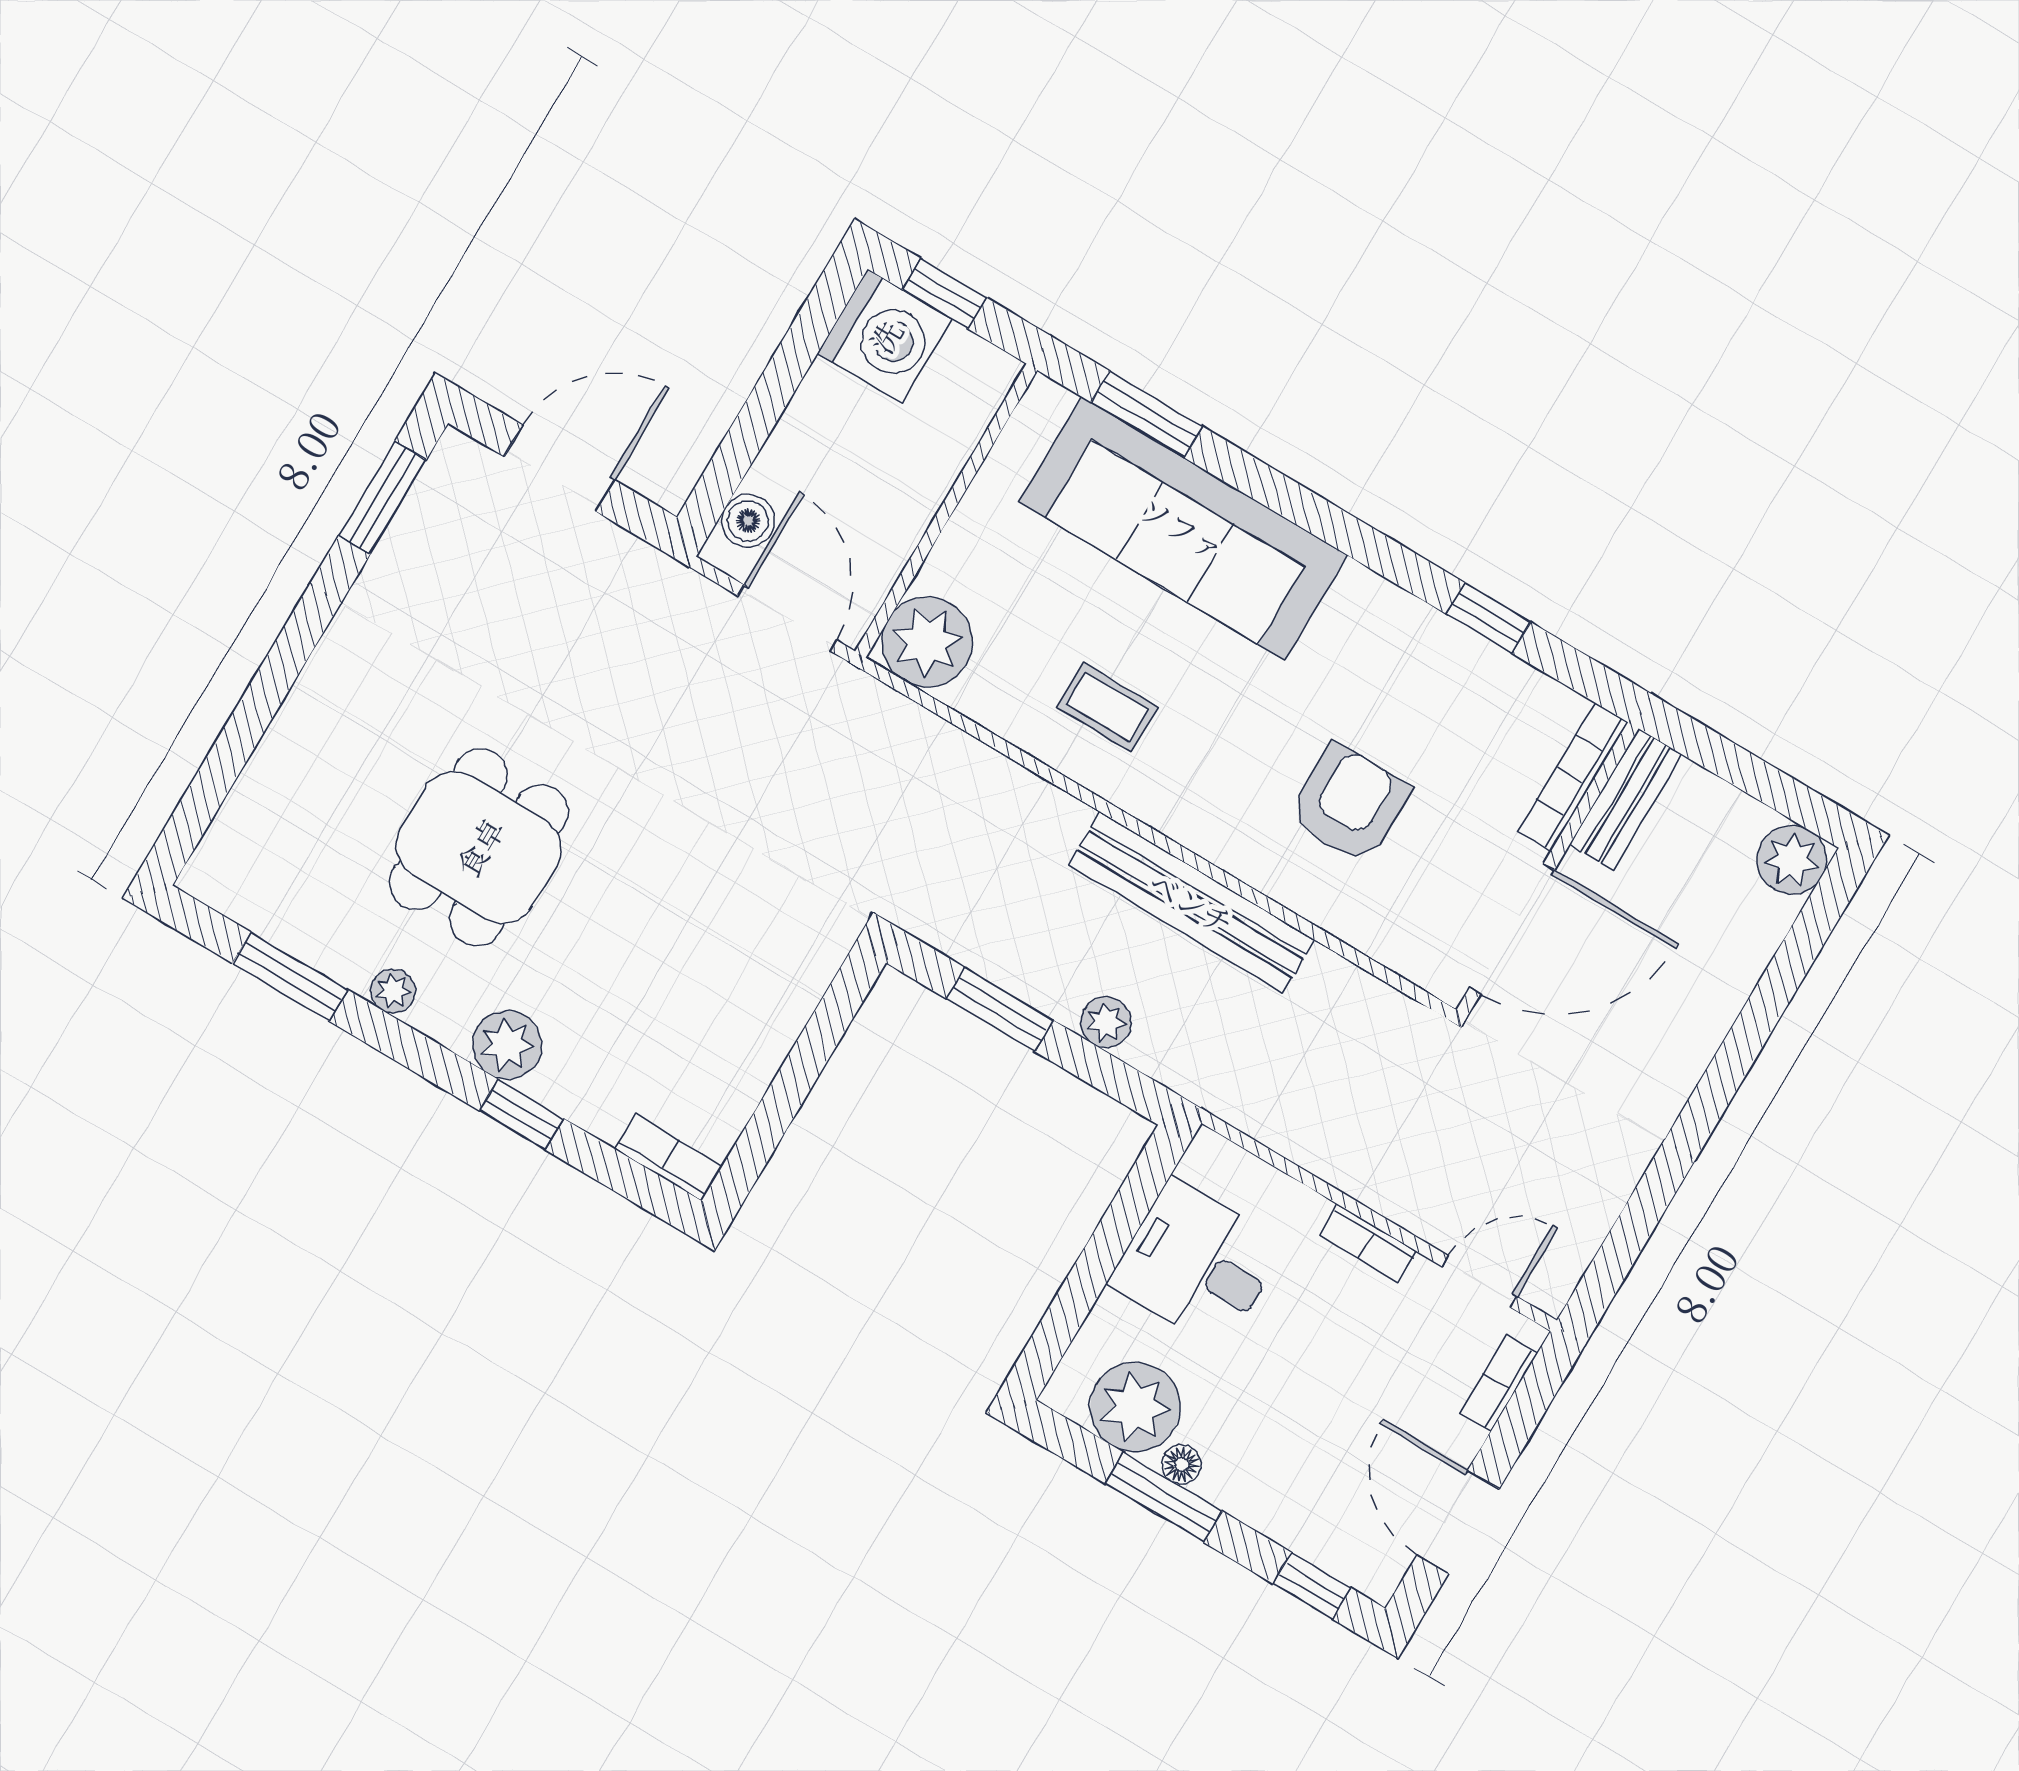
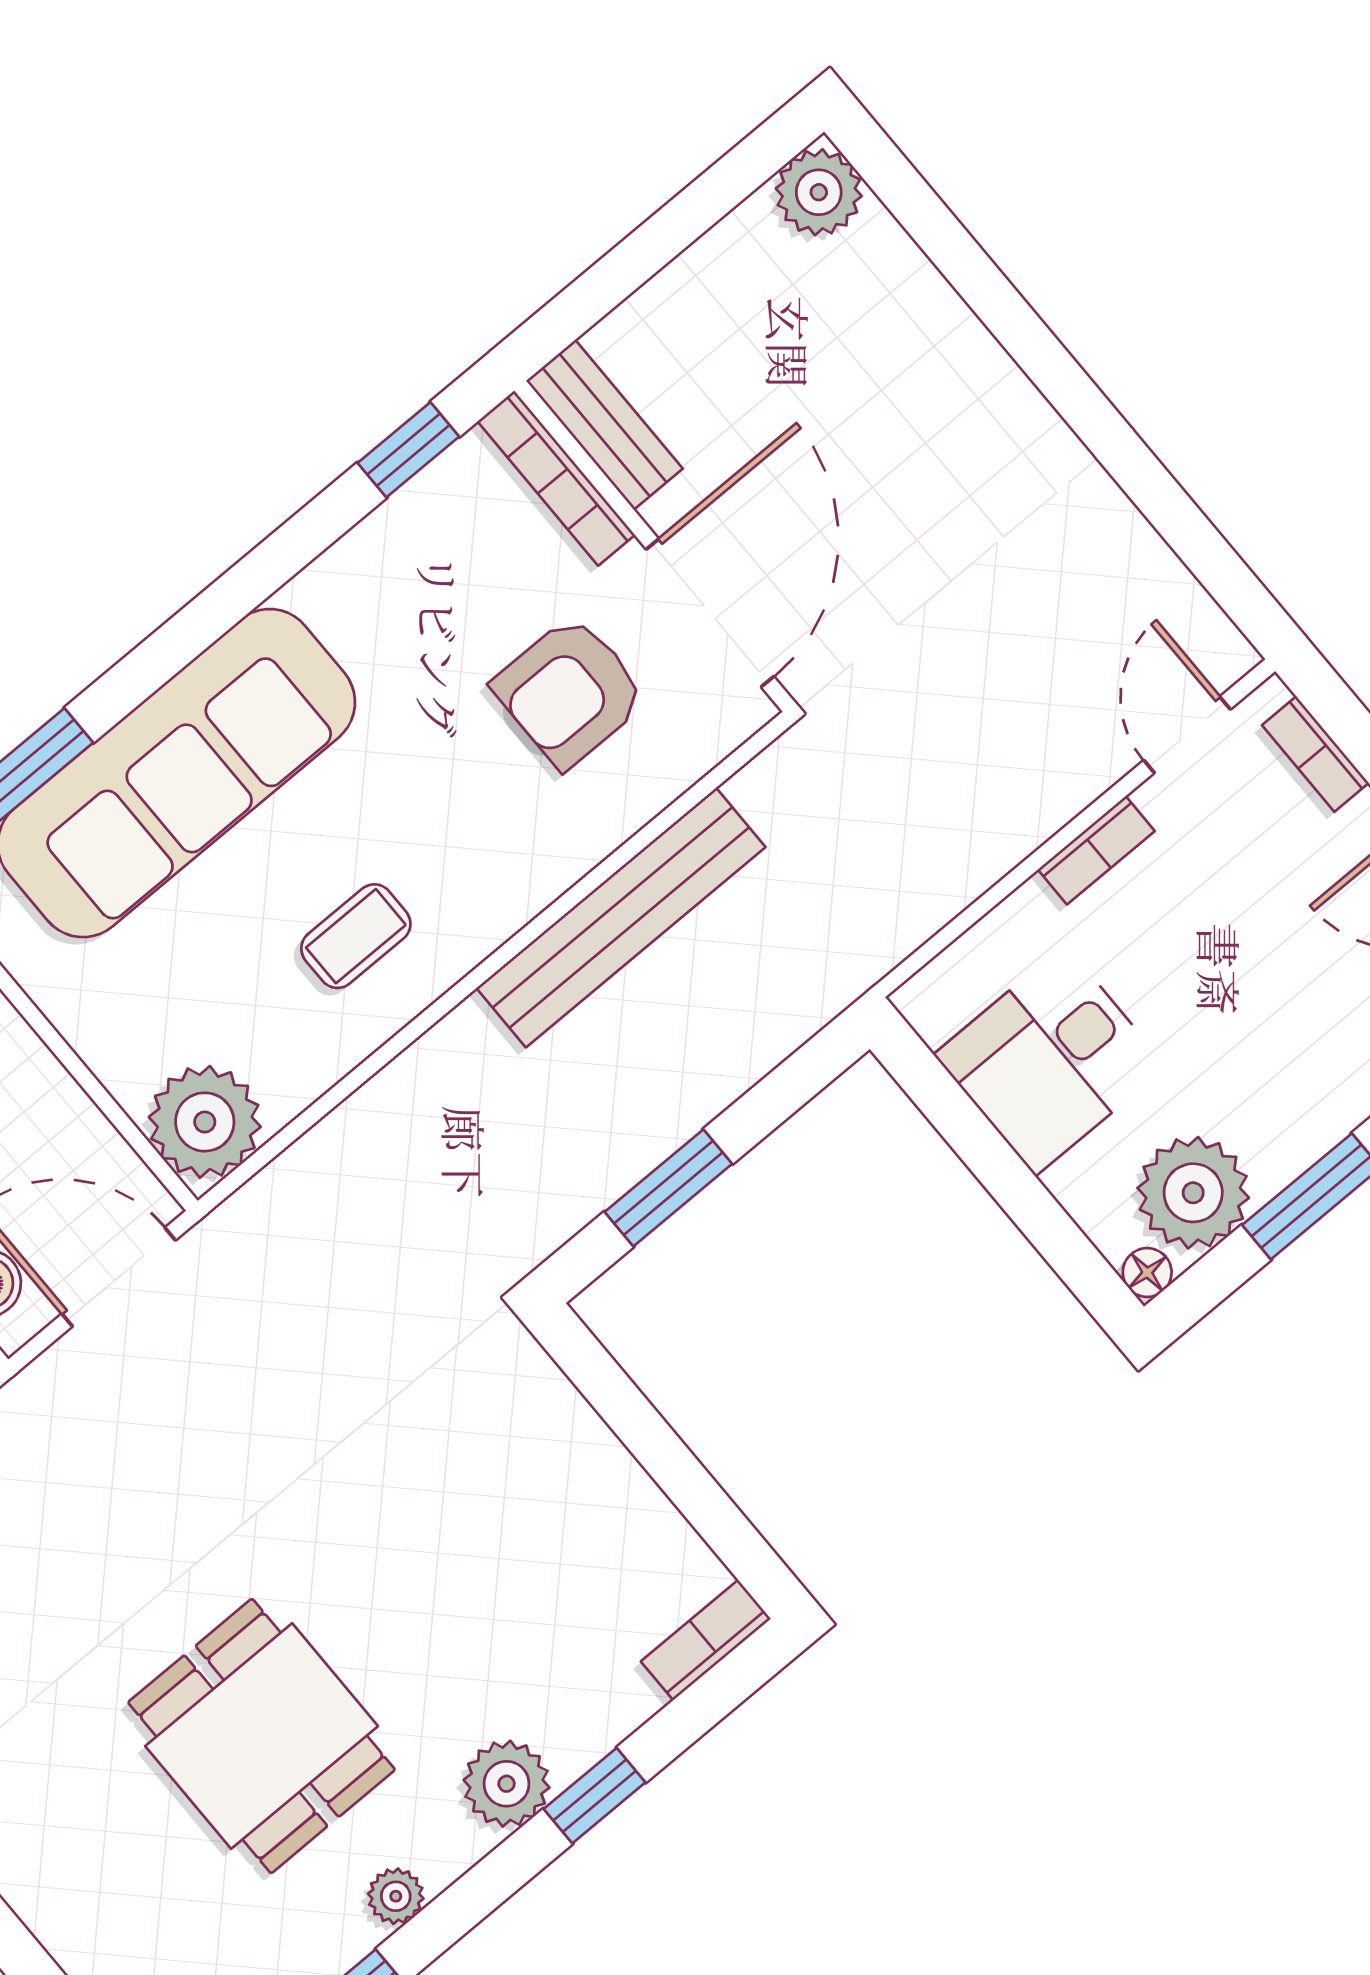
bookcase: (1573, 777) -> (556, 478), moved
bench: (1626, 799) -> (604, 425), moved
armchair: (1349, 804) -> (570, 692), turned -90
wall: (1548, 869) -> (654, 546), moved
door: (1512, 929) -> (710, 613), moved
plant: (1106, 1022) -> (727, 1068), removed
floor lamp: (1182, 1464) -> (1147, 1273), moved

